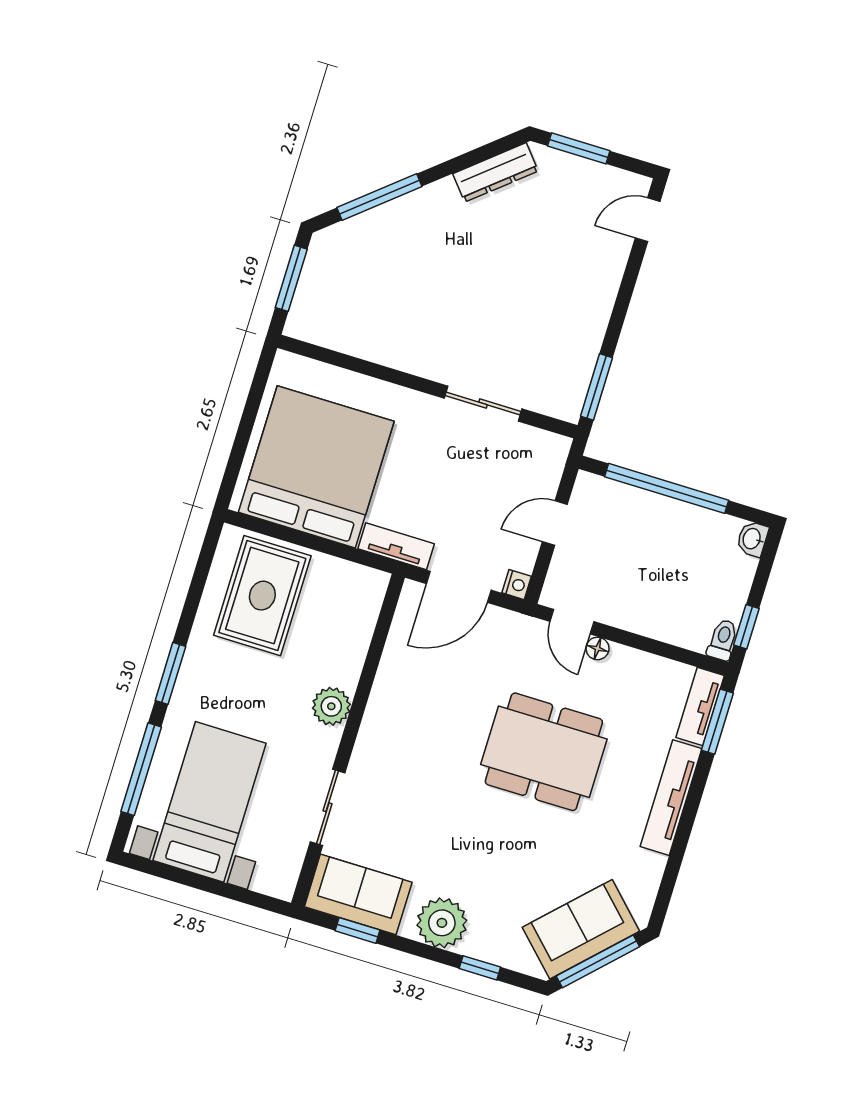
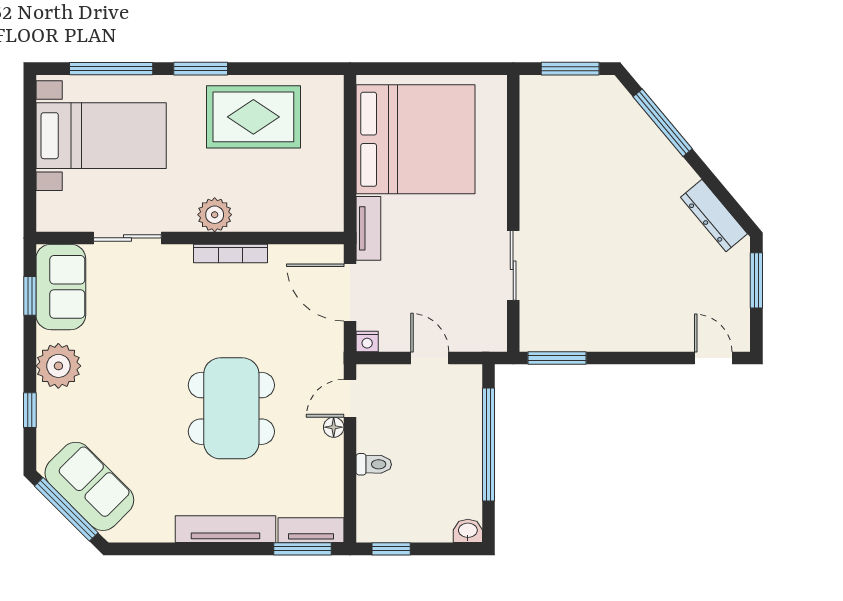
rug: (262, 596) -> (253, 117), moved
toilet: (723, 640) -> (374, 464), moved
bookcase: (378, 702) -> (230, 254), added

